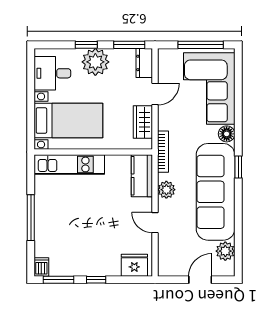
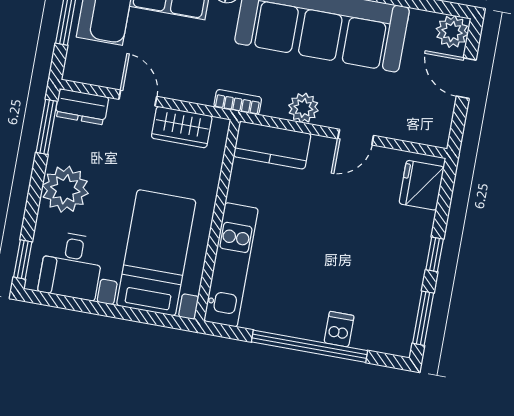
window: (86, 45) -> (23, 259), moved
bookcase: (163, 152) -> (238, 102), width x0.64
window: (31, 218) -> (309, 346), width x1.46
plant: (225, 251) -> (452, 32), moved
dishwasher: (41, 267) -> (339, 329), moved, turned 90

